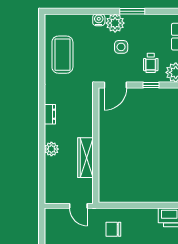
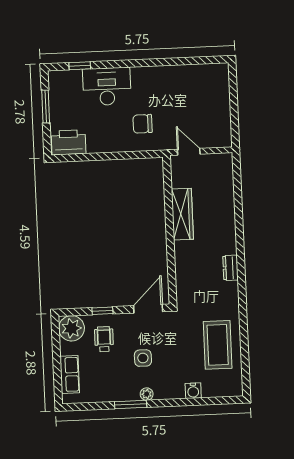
water cooler: (99, 20) -> (193, 391), moved
plant: (115, 23) -> (147, 394), width x0.53, depth x0.53
plant: (51, 149) -> (227, 223), removed
chair: (113, 229) -> (143, 124), turned 180

